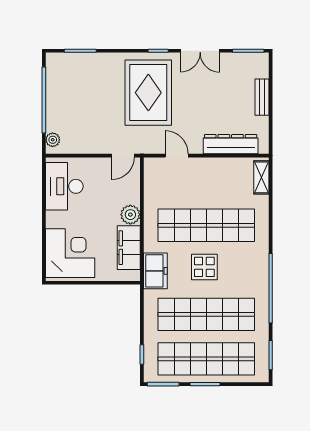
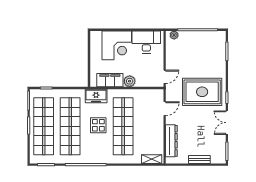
door: (123, 156) -> (165, 77), swing flipped
corner desk: (70, 253) -> (117, 45), moved

